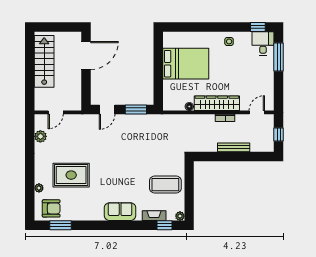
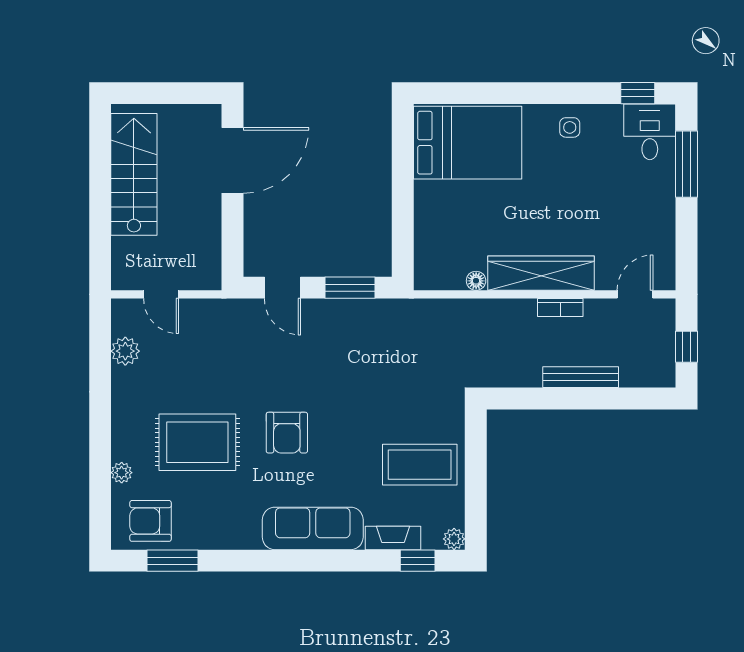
bed: (186, 64) -> (468, 143), moved
door: (107, 109) -> (282, 288), hinge flipped
door: (56, 112) -> (161, 294), hinge flipped
armchair: (109, 171) -> (287, 433), added
armchair: (51, 208) -> (151, 521), turned 180
sofa: (120, 212) -> (313, 528), width x1.36

